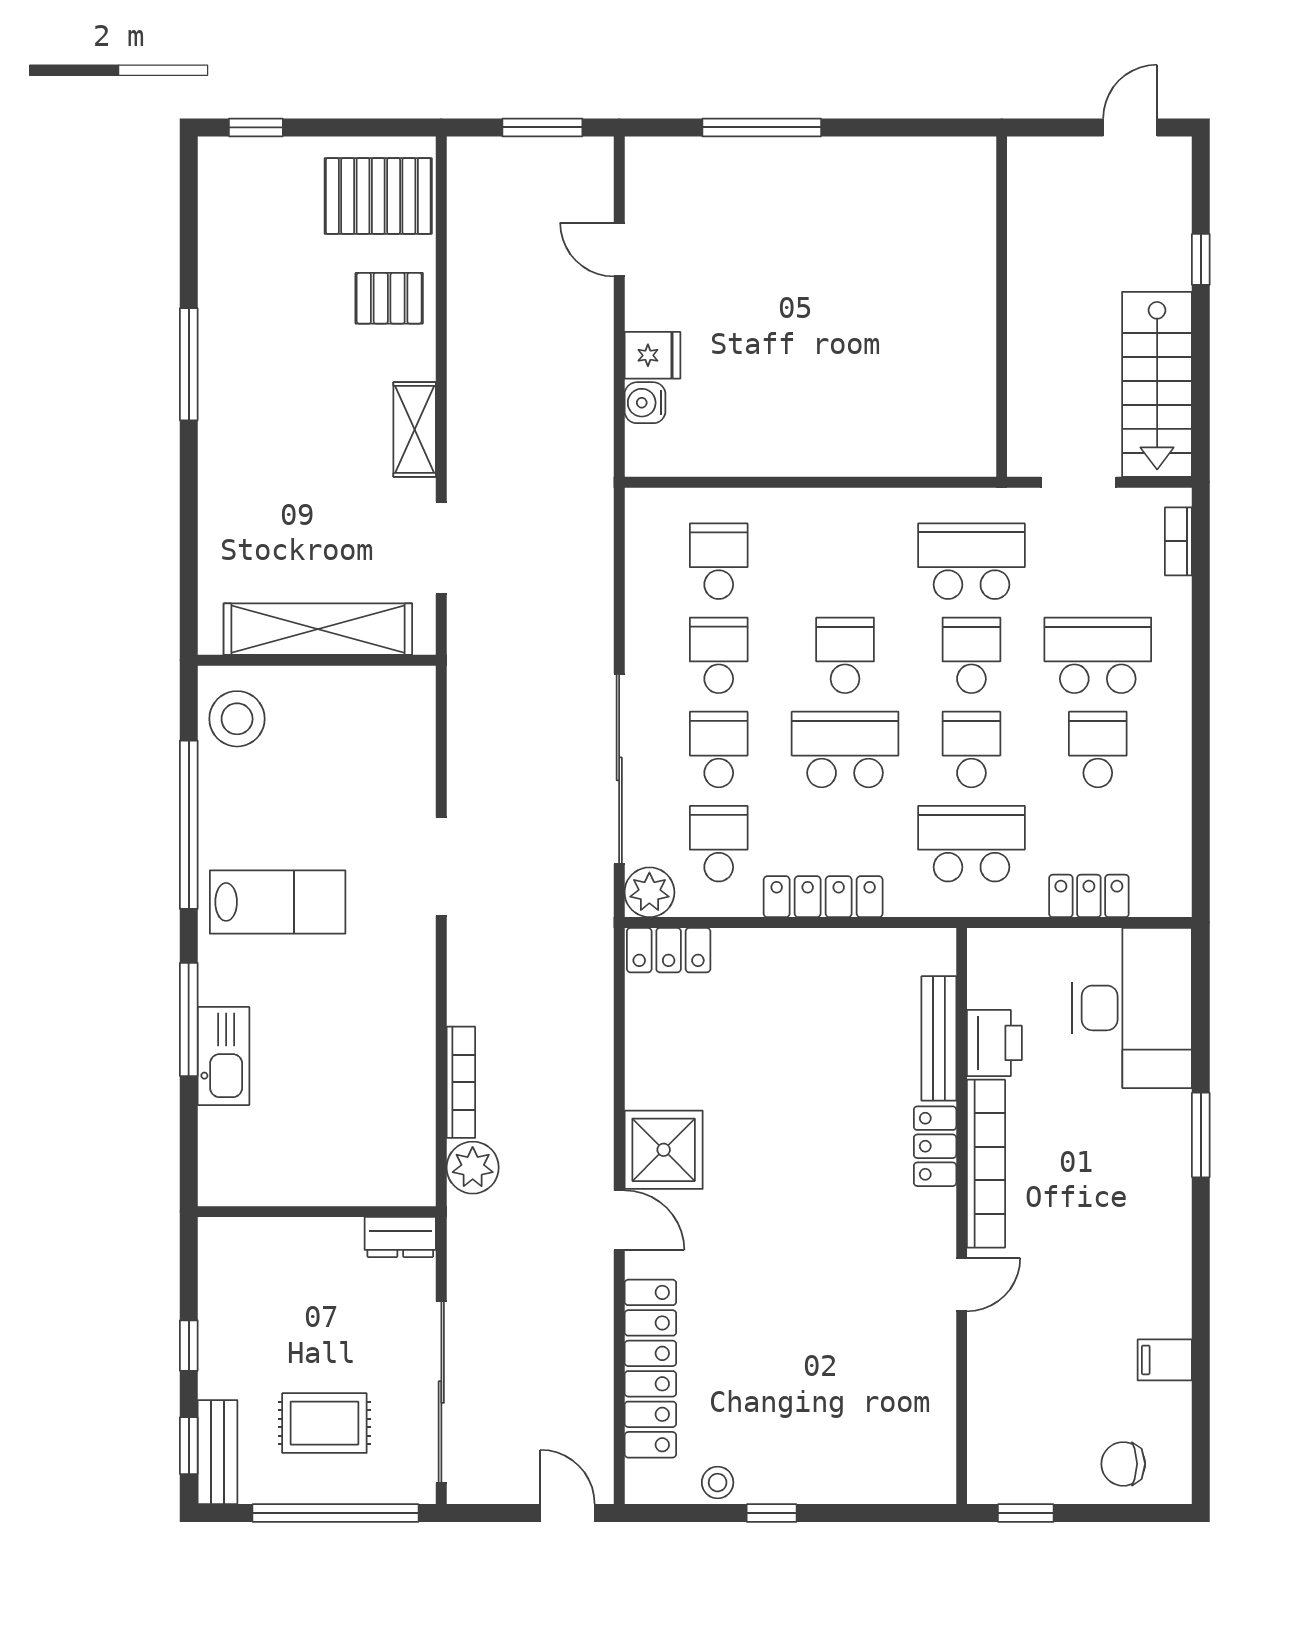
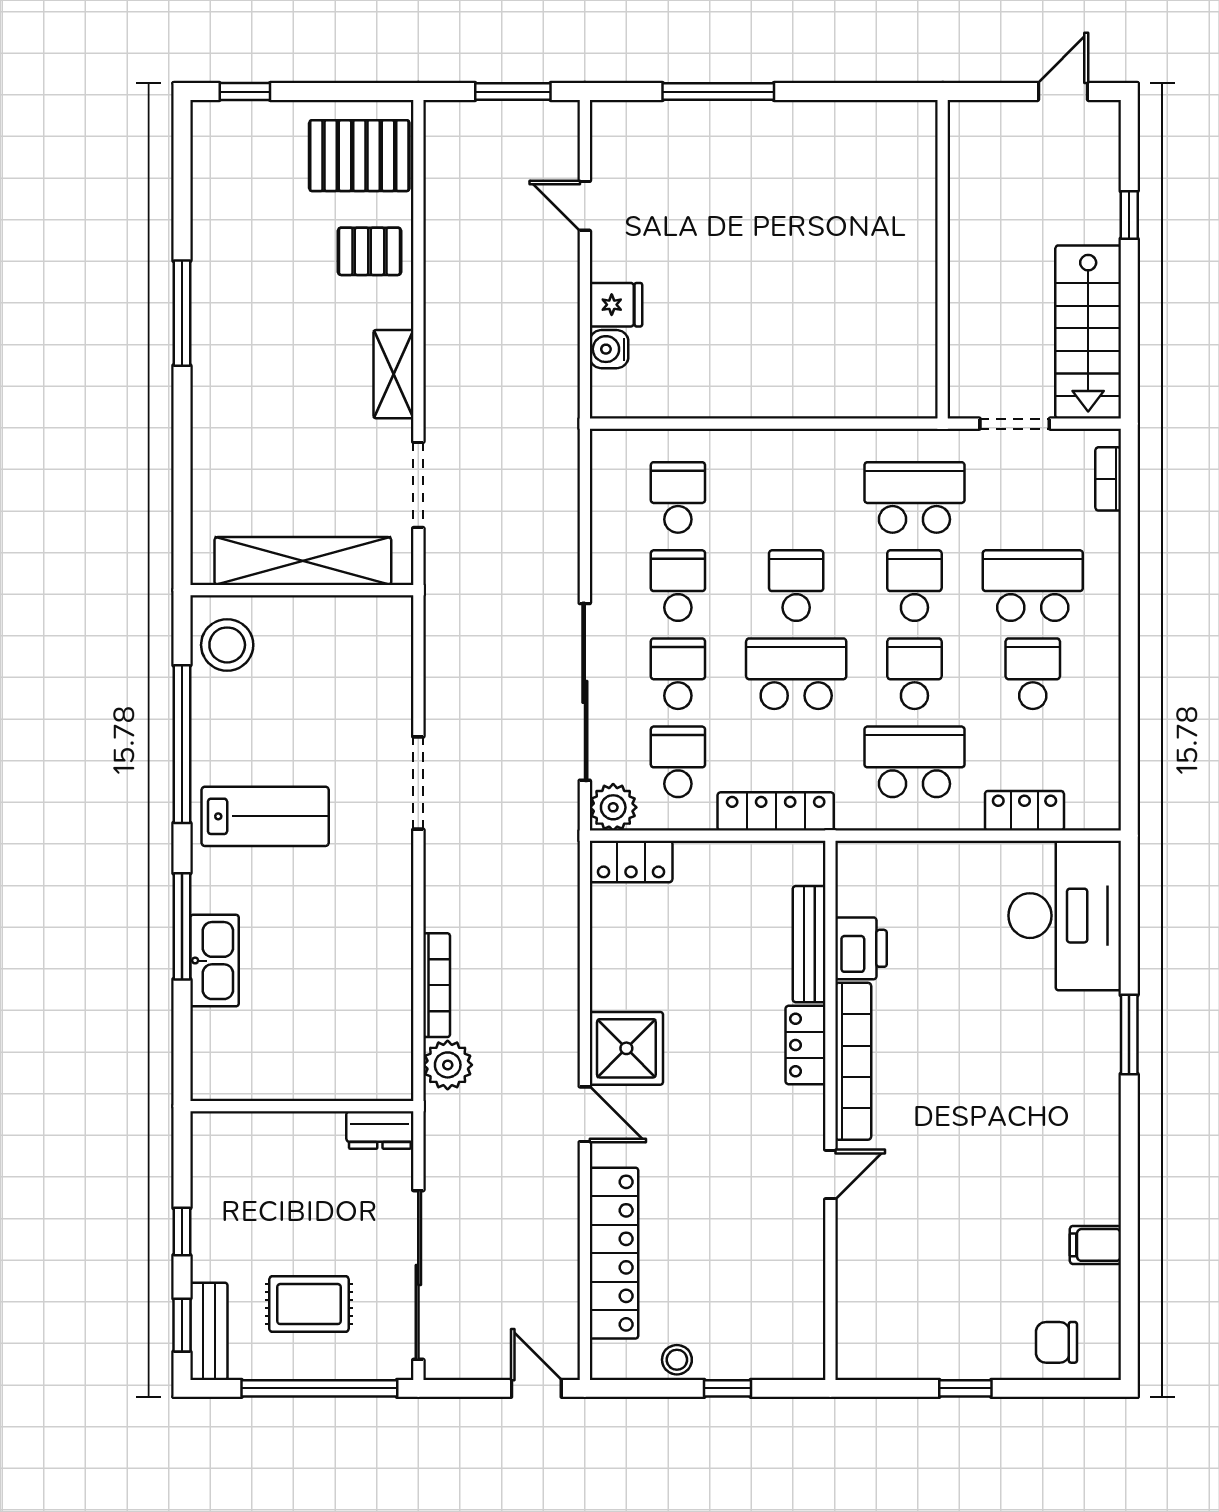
bench: (939, 1038) -> (809, 944), moved
printer: (994, 1043) -> (861, 948), moved
locker: (935, 1146) -> (805, 1045), moved
bookcase: (986, 1164) -> (853, 1061), moved
wall: (962, 1216) -> (830, 1110), moved
door: (962, 1285) -> (830, 1175), moved

